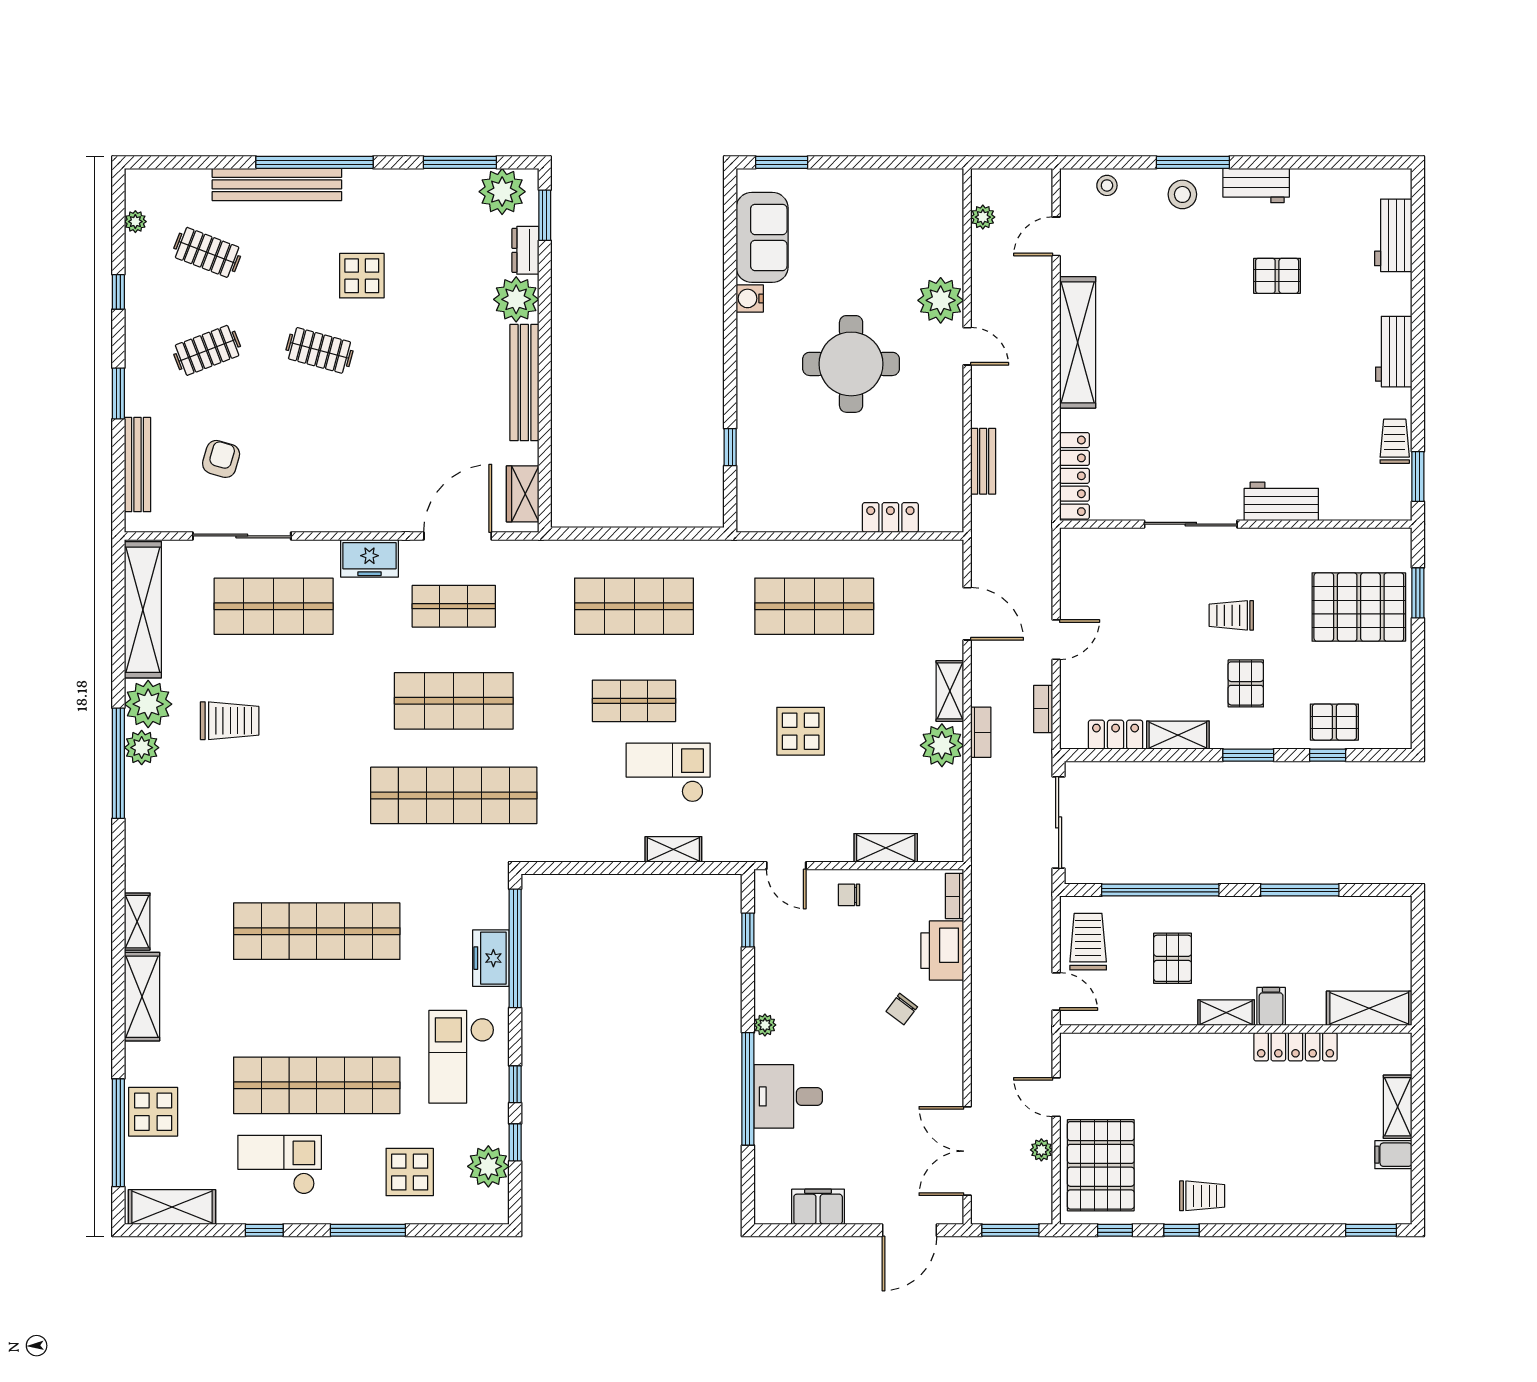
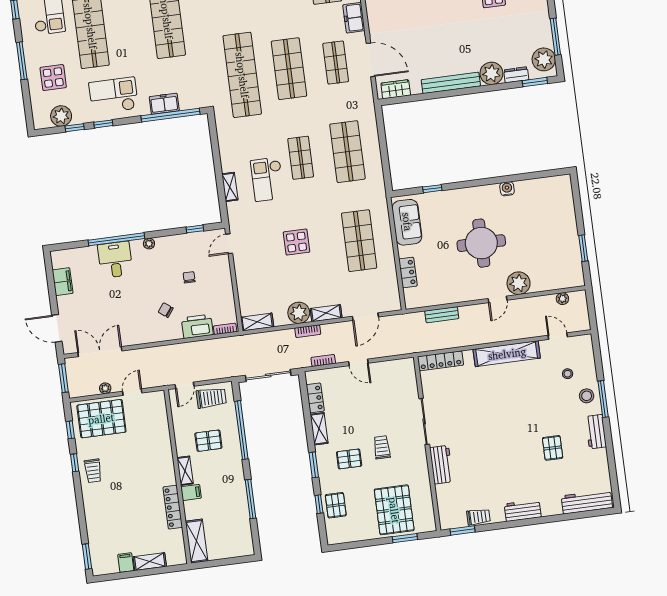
window: (782, 162) -> (583, 248), moved
stool: (1107, 185) -> (568, 374), moved
workbench: (1393, 235) -> (587, 502), width x1.38
sofa: (762, 237) -> (407, 222), moved, turned -90
checkout: (668, 772) -> (267, 179), turned 180
shelving: (886, 848) -> (257, 322), moved, turned 90
chair: (849, 895) -> (189, 277), moved

